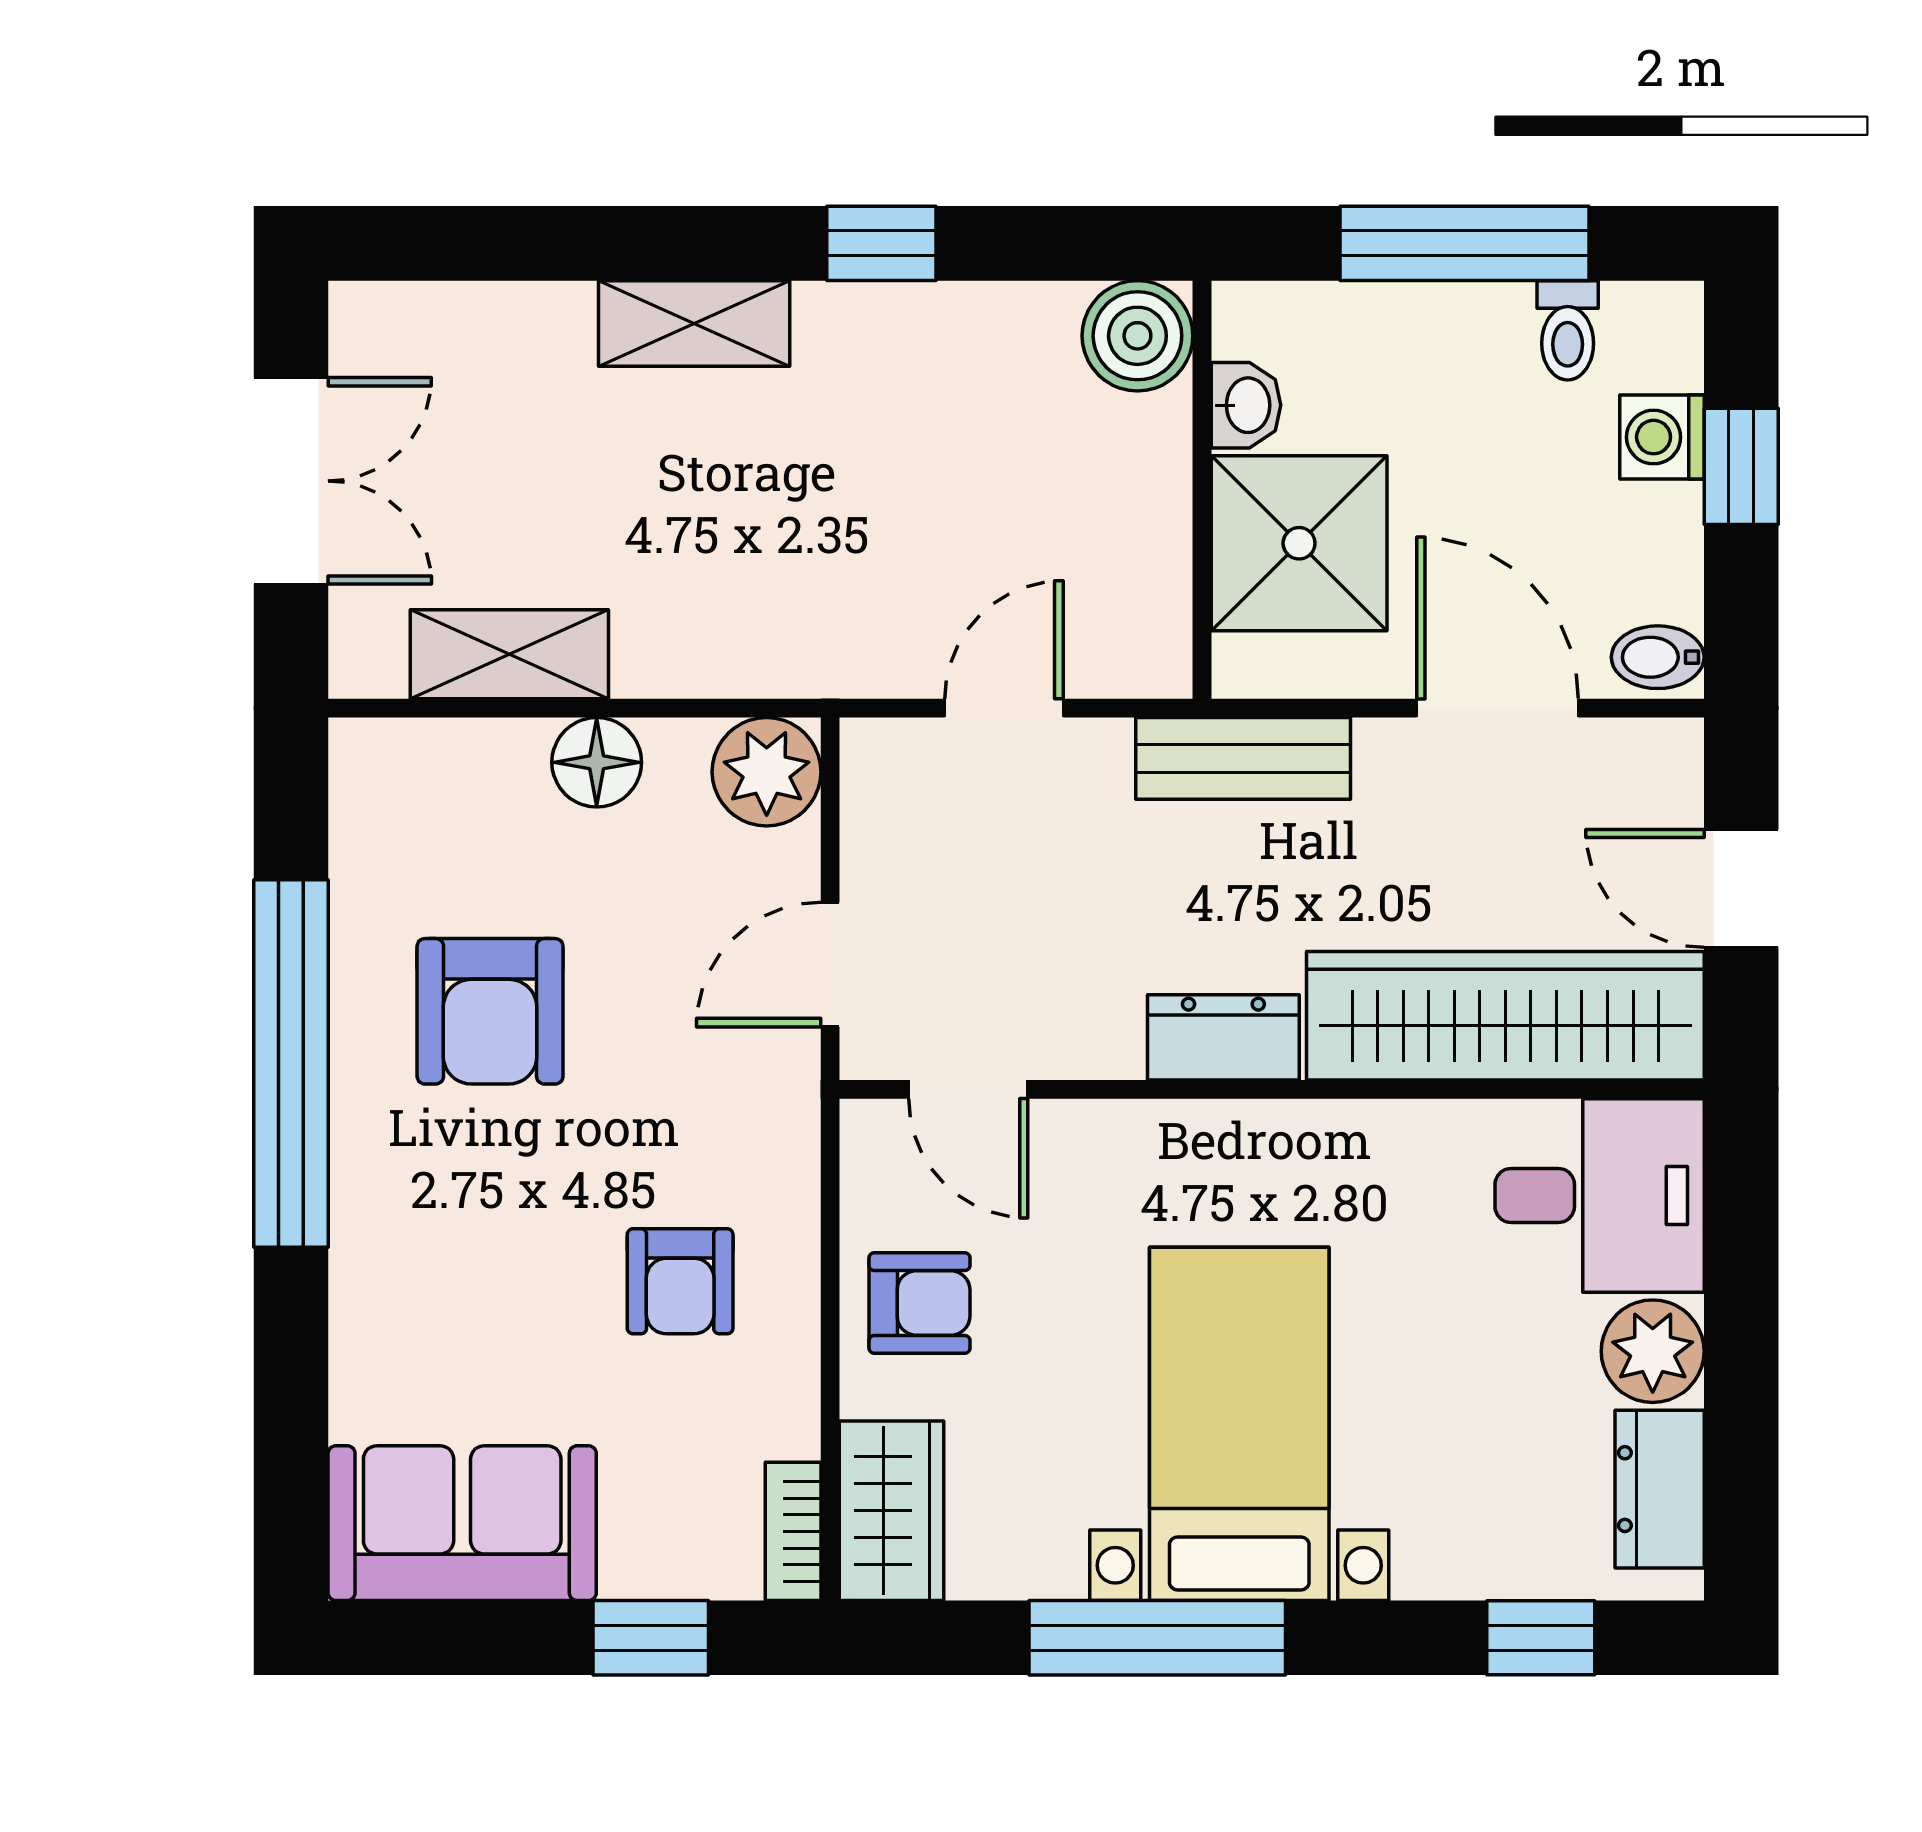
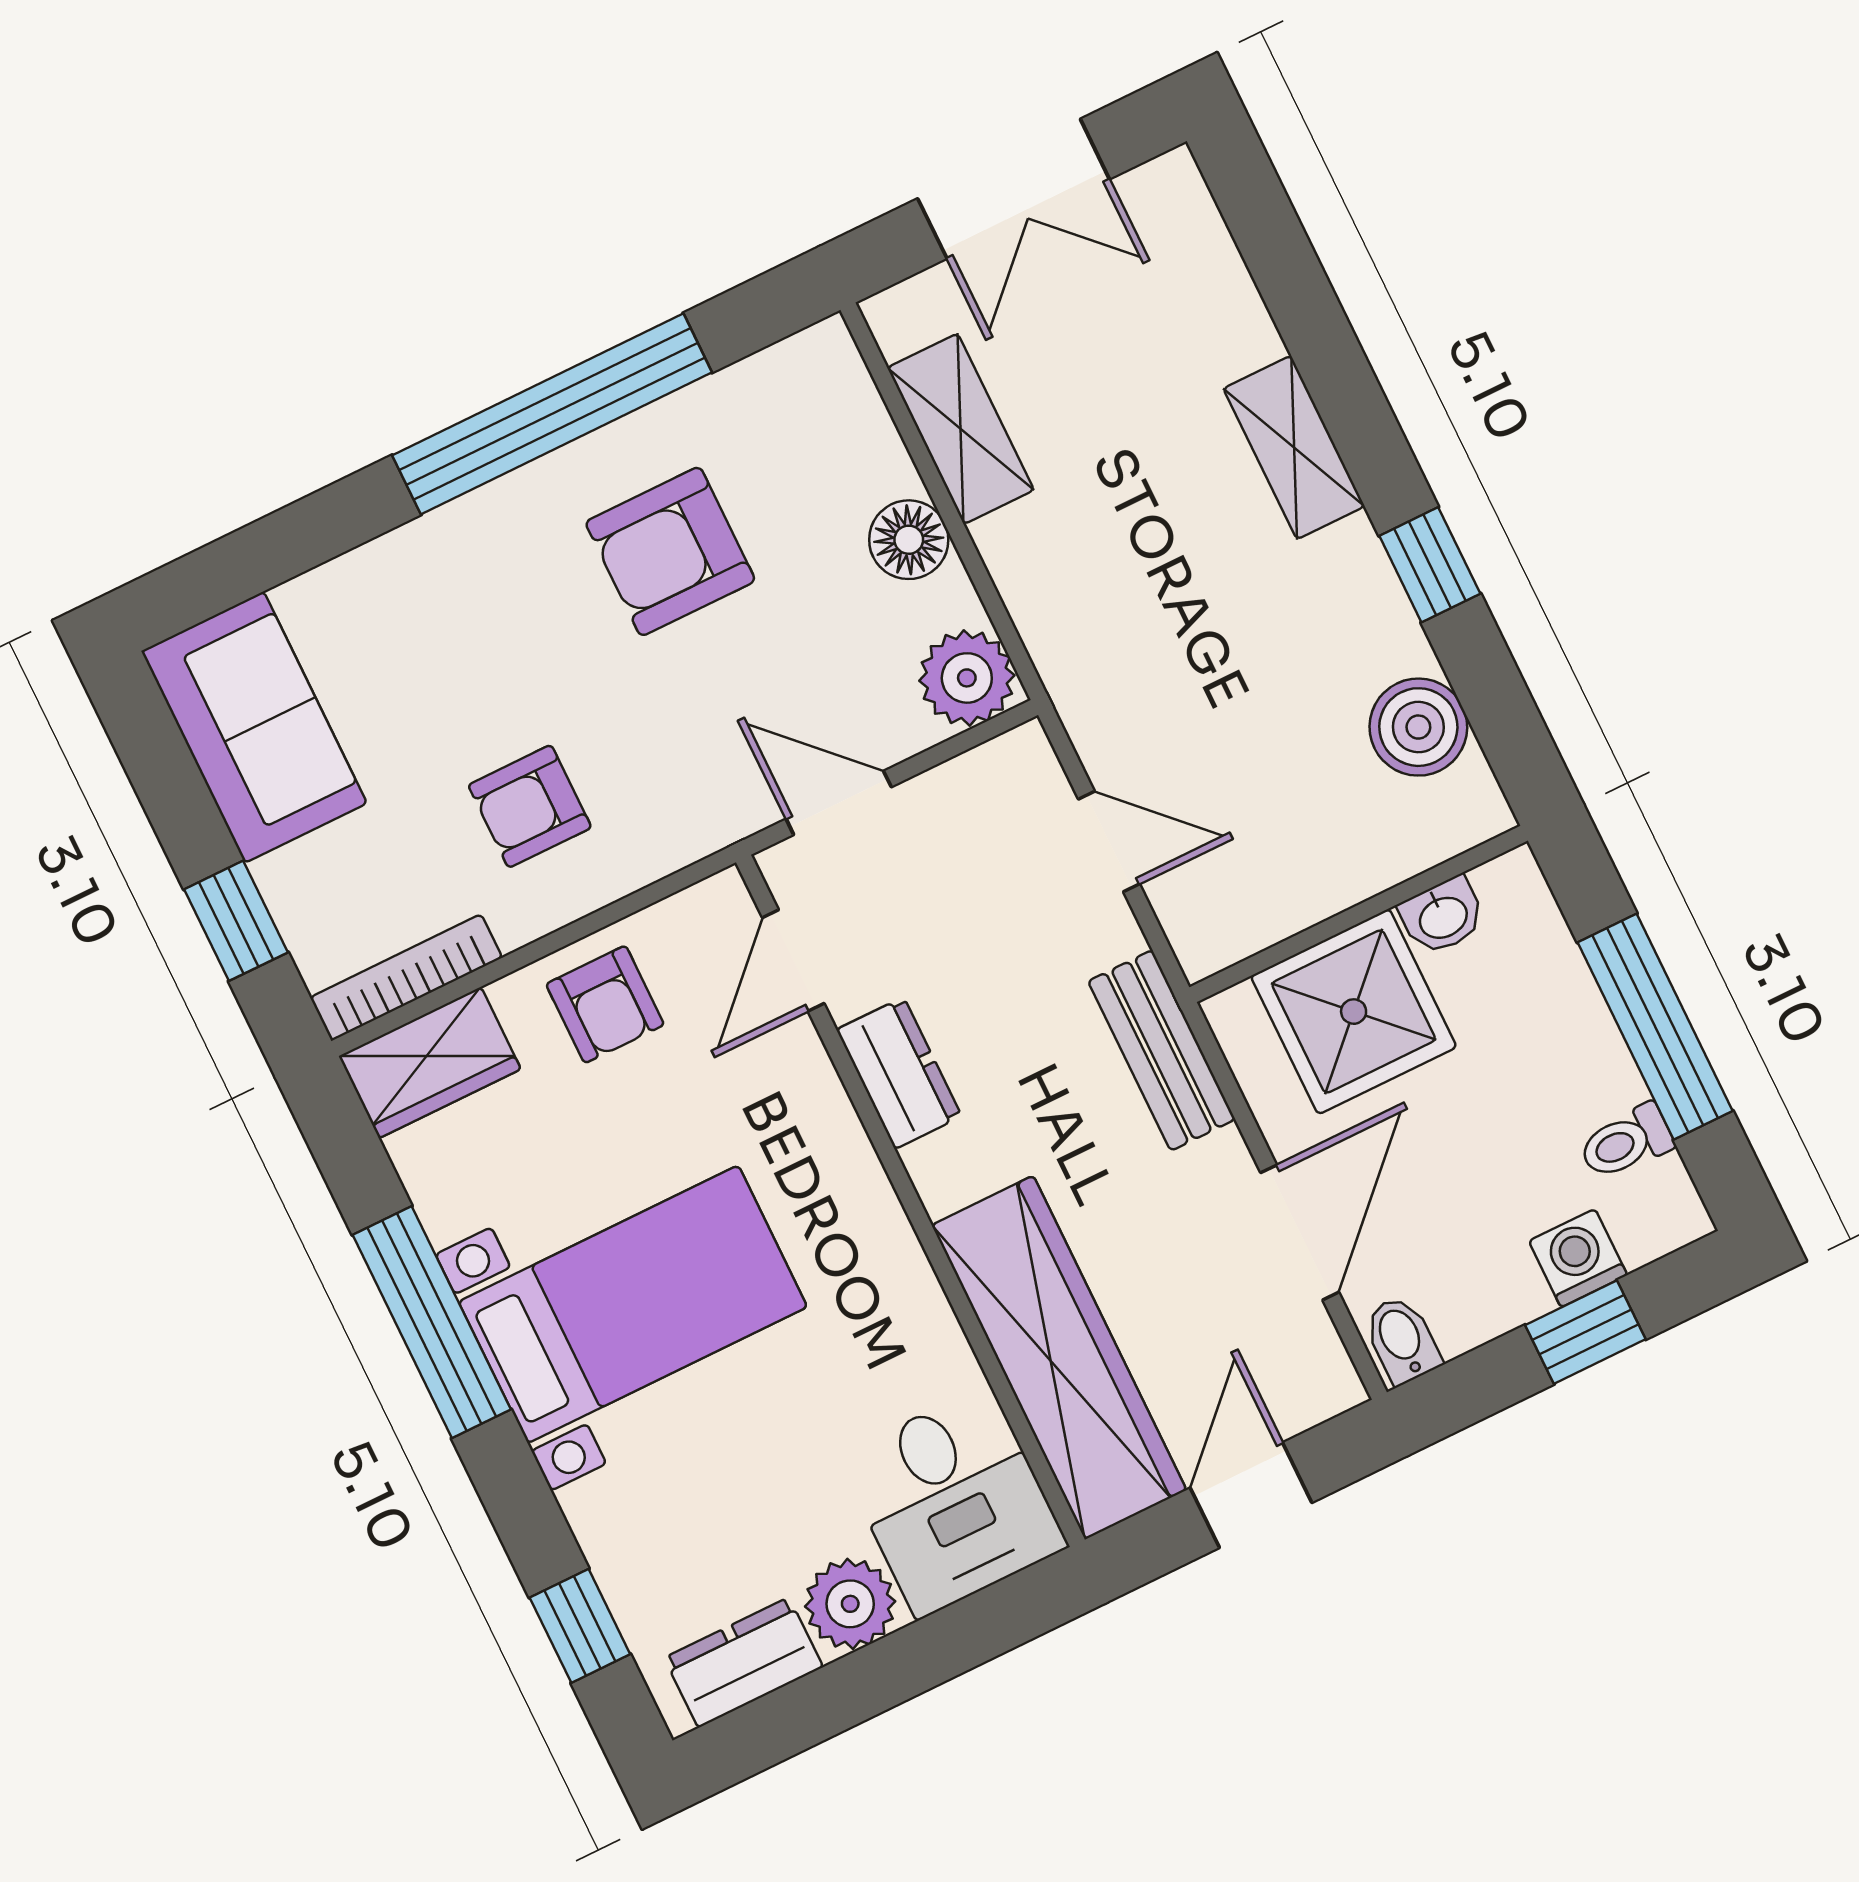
boiler: (1137, 336) -> (1418, 727), moved
dresser: (1223, 1037) -> (899, 1073), moved
bookcase: (793, 1531) -> (406, 978), width x1.56

